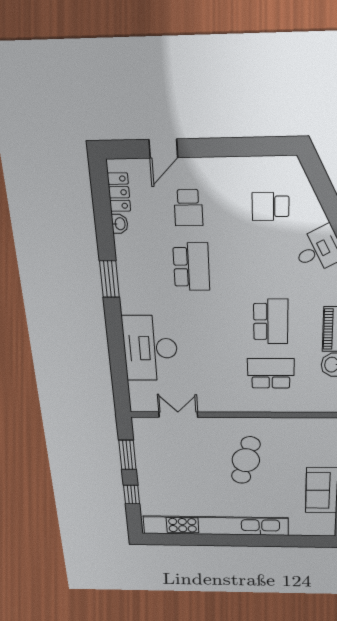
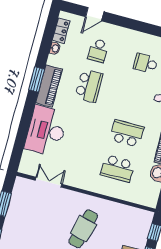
piano: (131, 284) -> (49, 86), added
school desk: (271, 322) -> (127, 133), turned -90
school desk: (271, 373) -> (118, 169), turned 180

